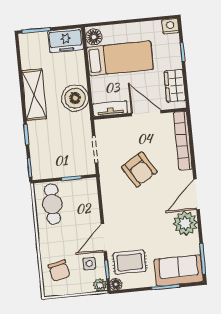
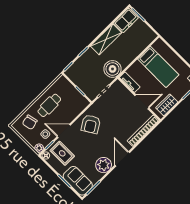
floor lamp: (94, 37) -> (158, 46), removed
freezer: (66, 40) -> (126, 20), moved, turned -90
boiler: (75, 98) -> (112, 69), moved
door: (146, 113) -> (142, 102), hinge flipped
armchair: (139, 170) -> (91, 124), moved
door: (196, 194) -> (122, 159), hinge flipped
cafe table: (52, 204) -> (49, 105), moved

